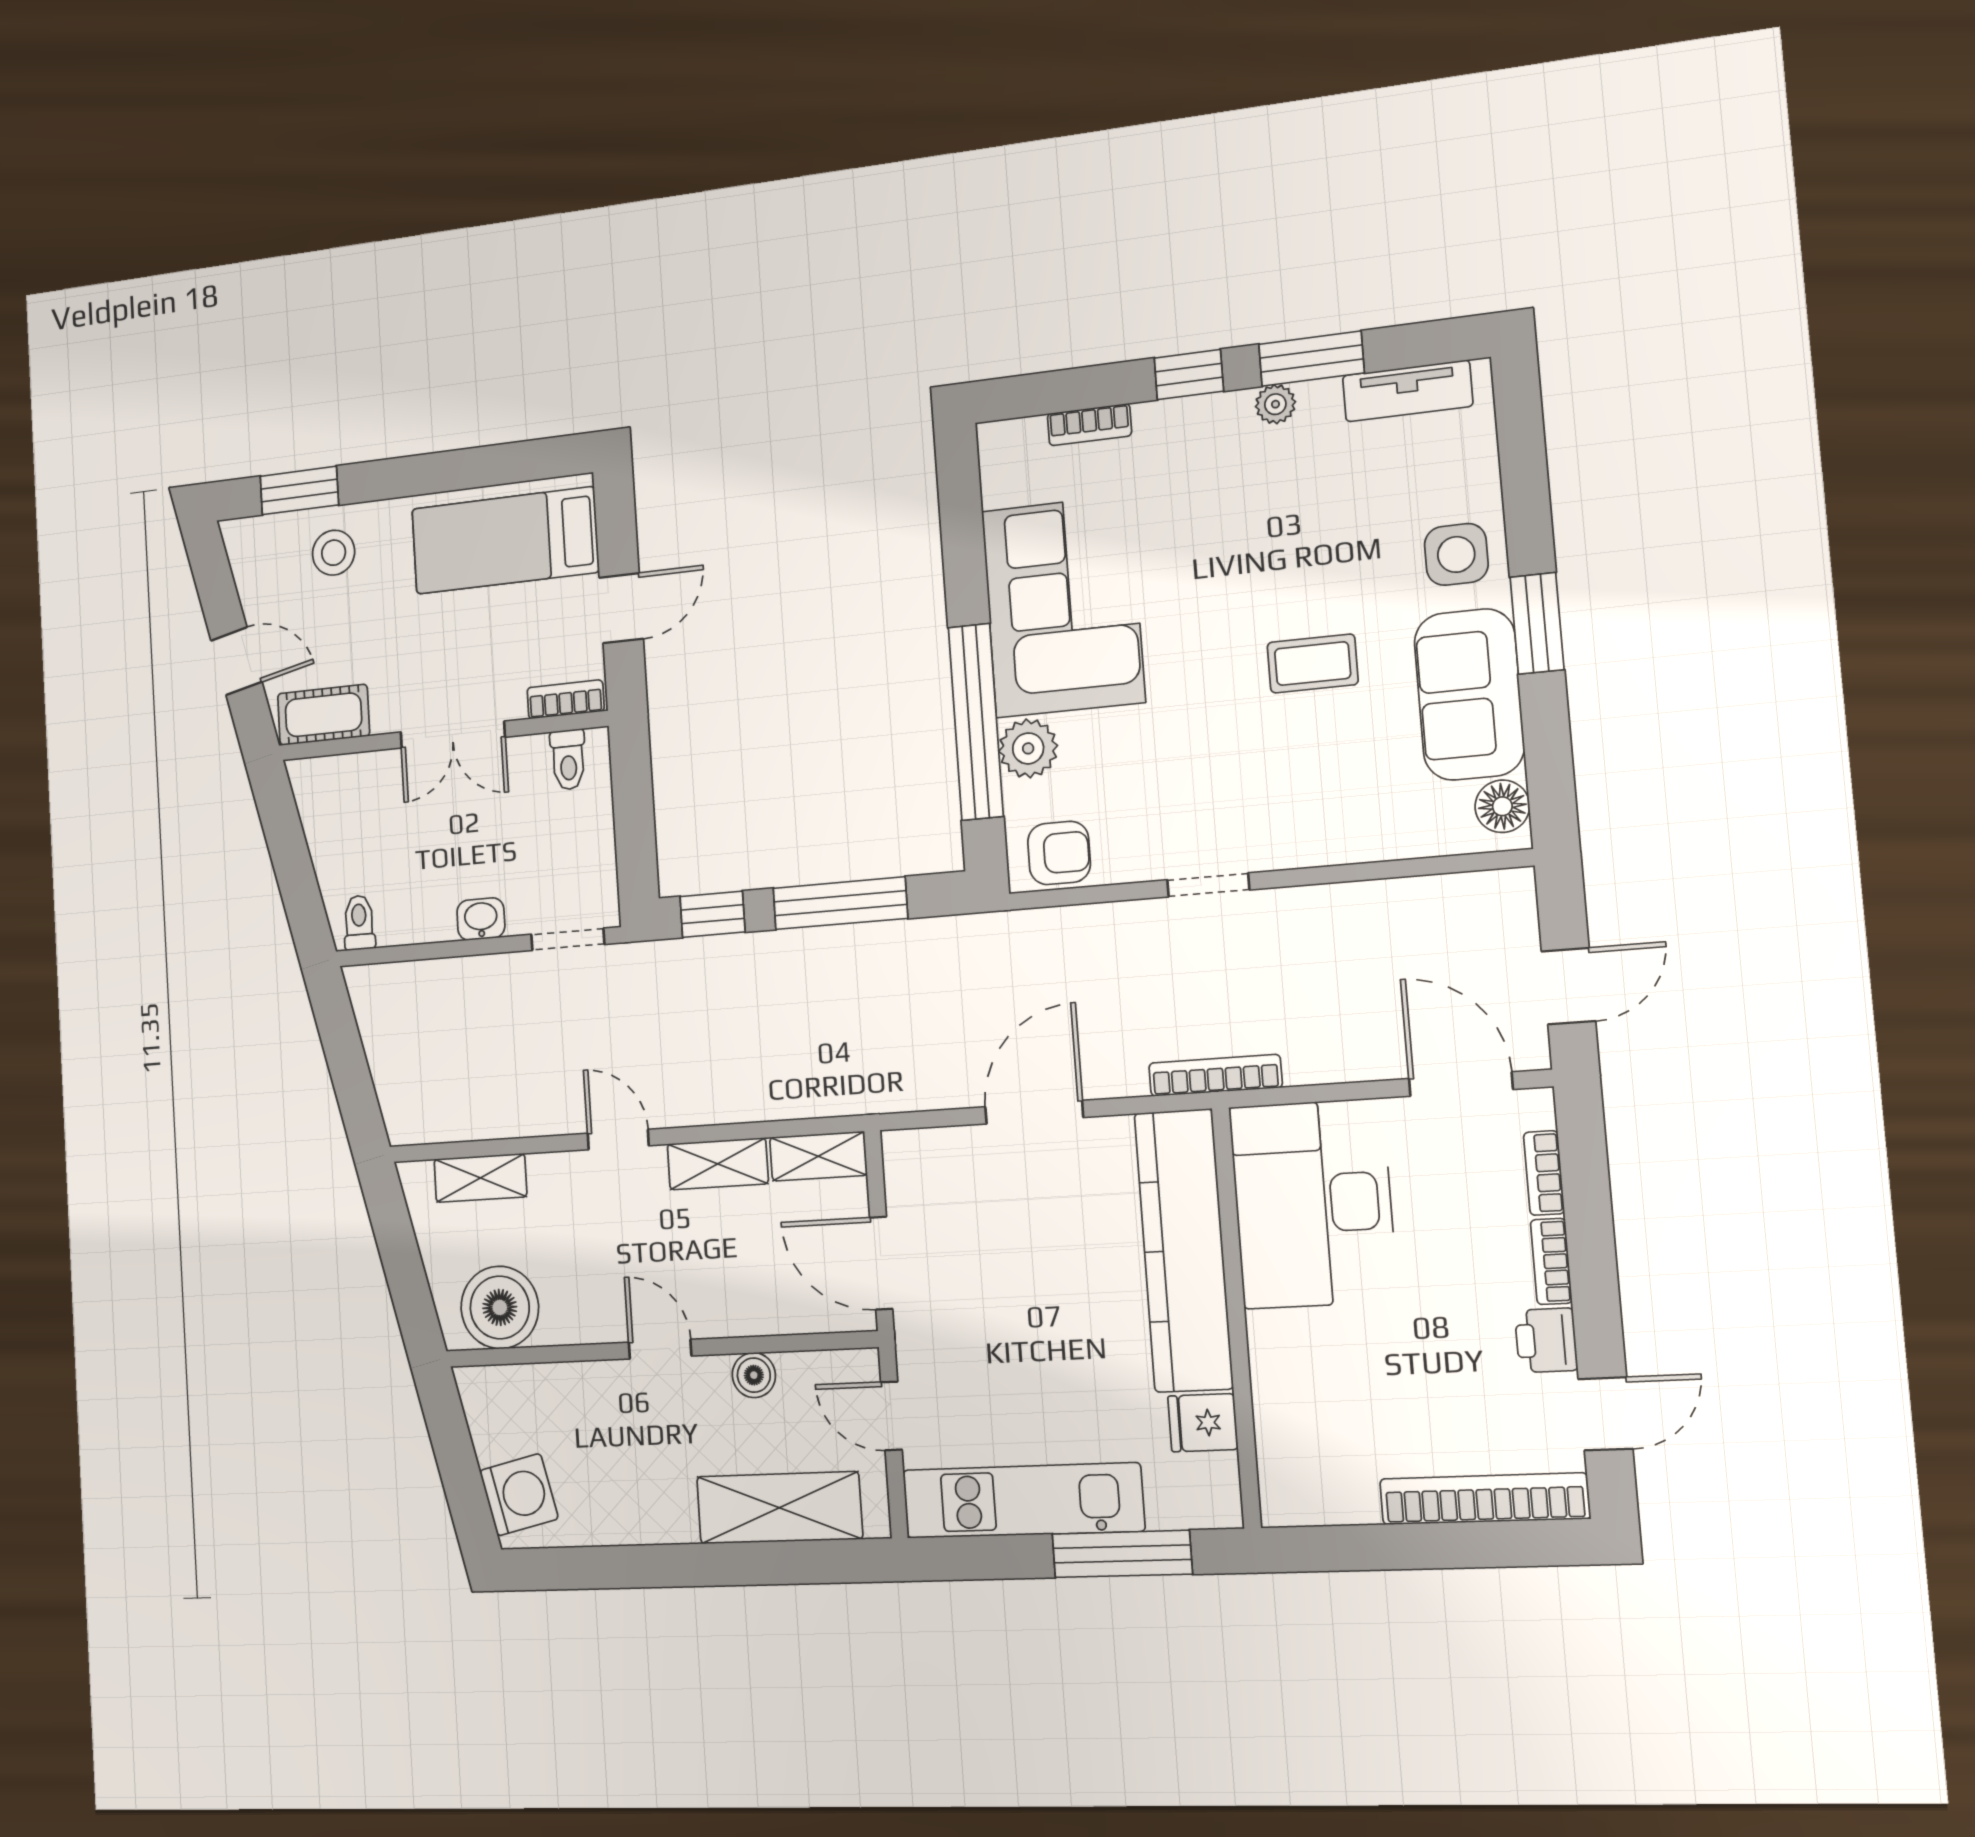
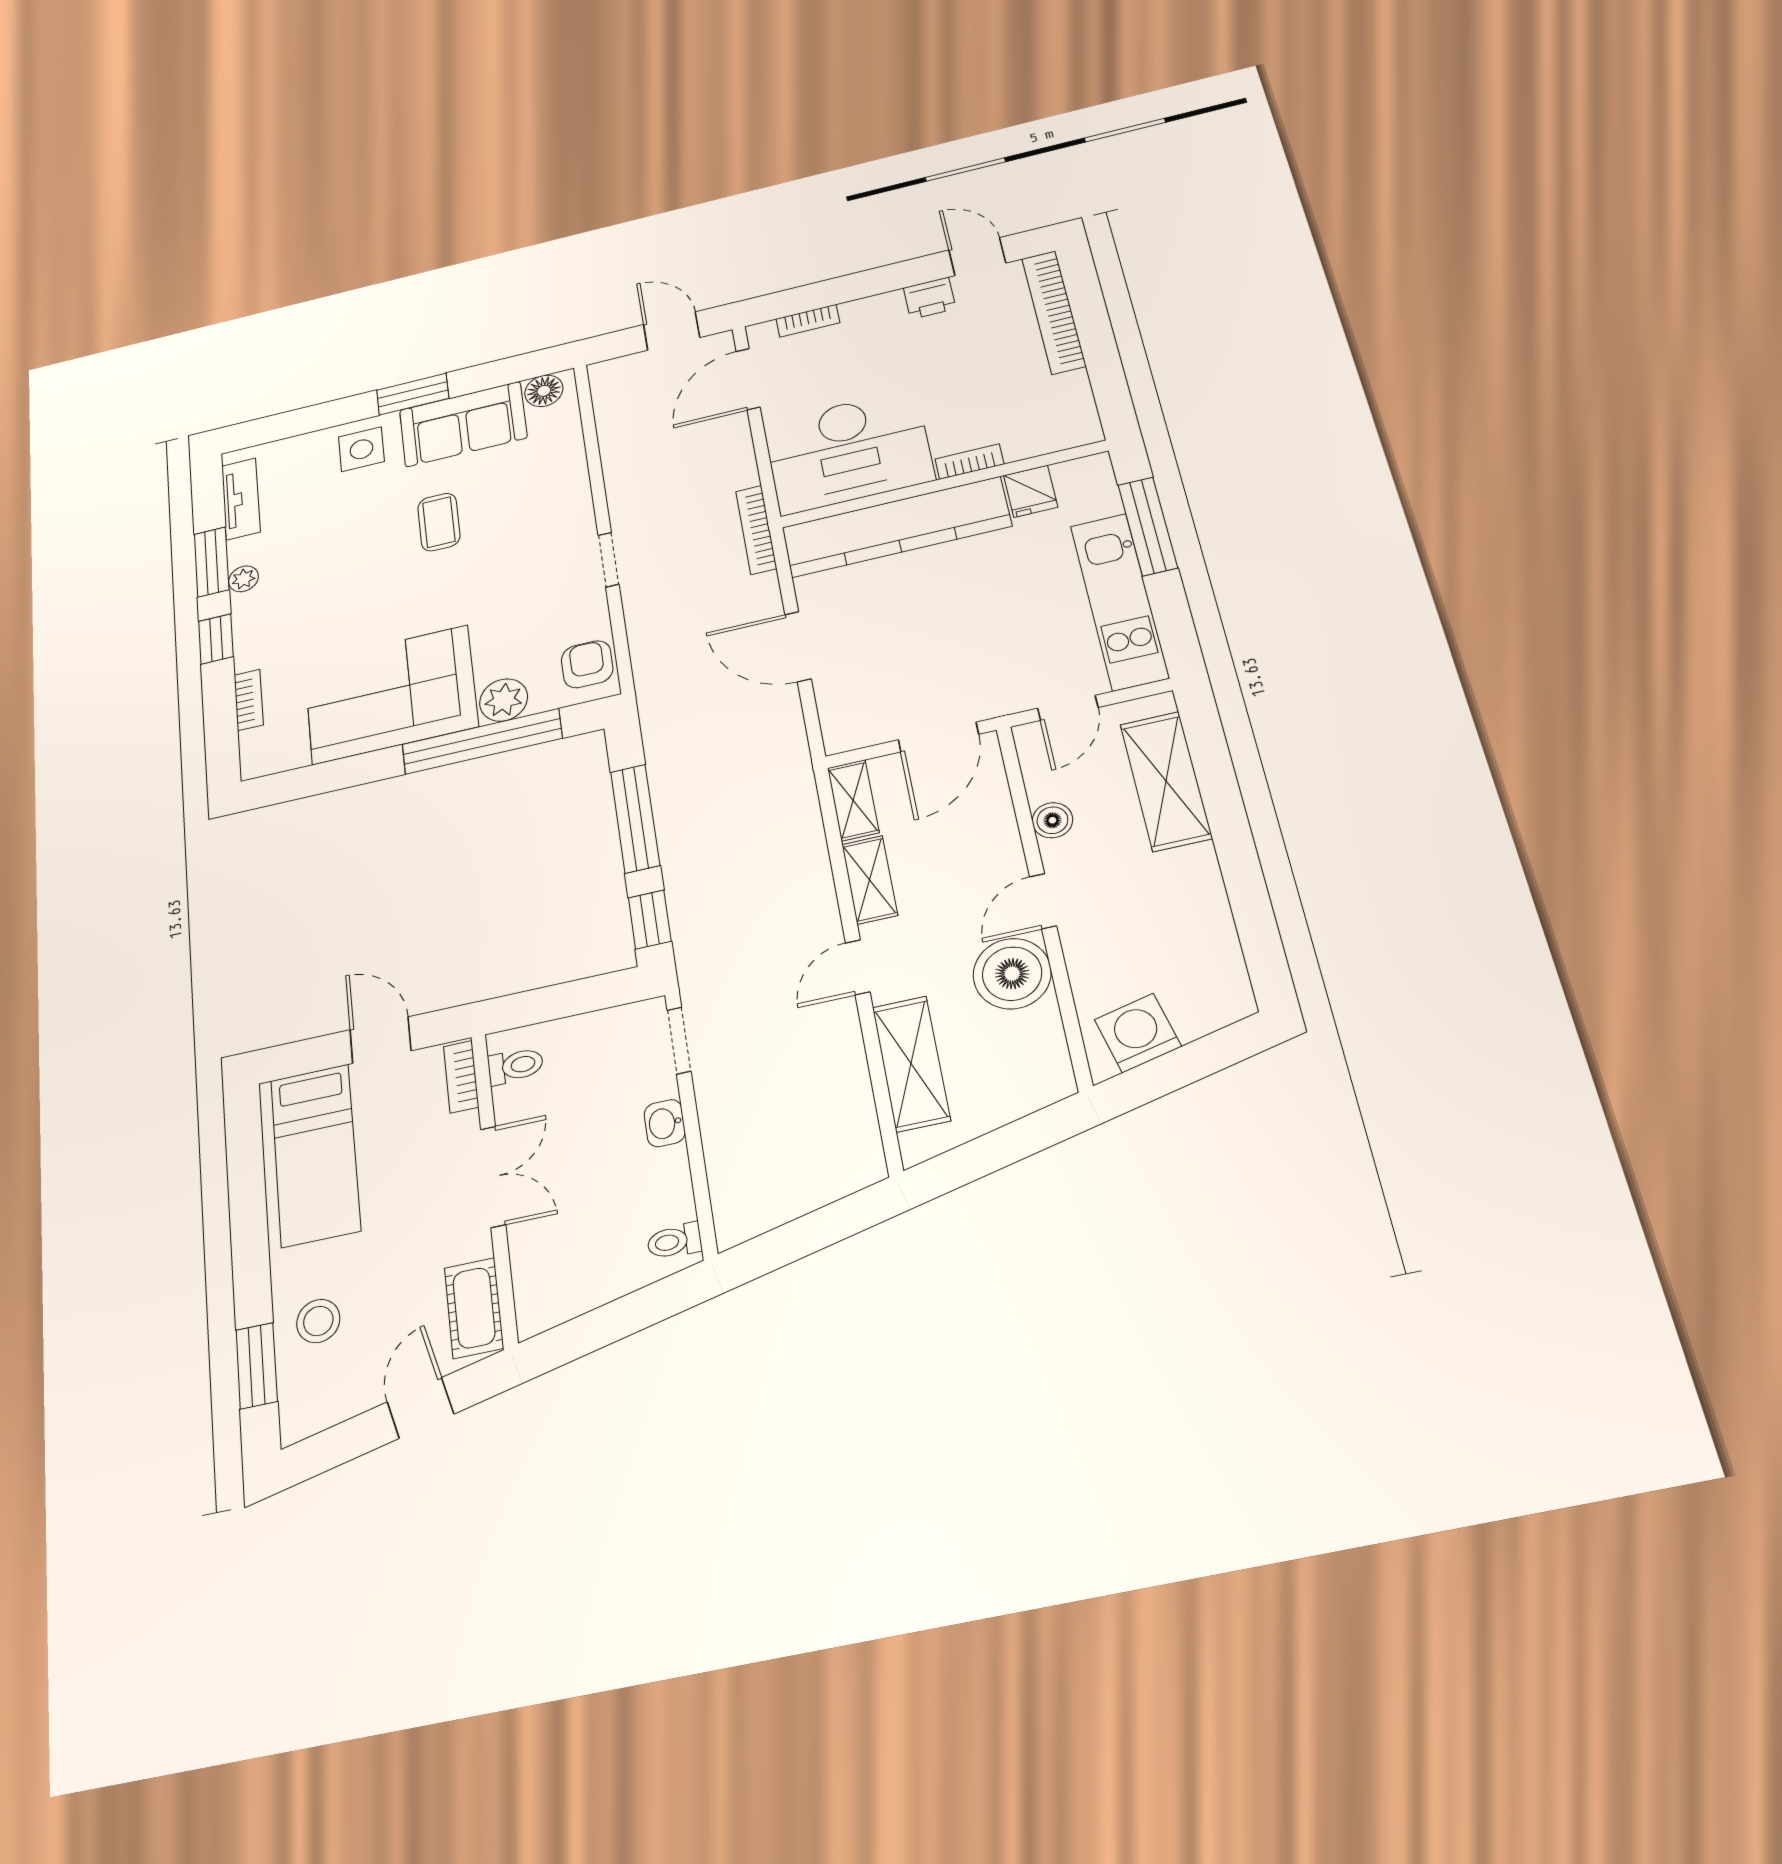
shelving: (480, 1178) -> (911, 1064), width x1.50, depth x1.33
bookcase: (1551, 1261) -> (969, 462), moved, turned 180
boiler: (500, 1307) -> (1012, 974), moved
washing machine: (519, 1495) -> (1138, 1033), moved

